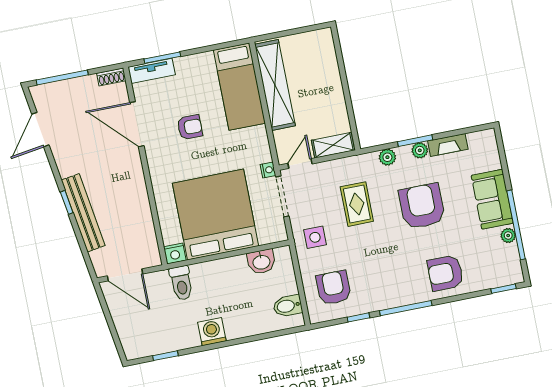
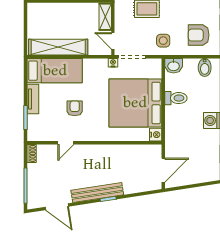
tv unit: (152, 71) -> (33, 99), moved
door: (137, 124) -> (66, 143), width x0.53
bench: (83, 213) -> (97, 192), moved
washbasin: (261, 262) -> (174, 66), moved, turned 90
toilet: (181, 283) -> (176, 98), moved

